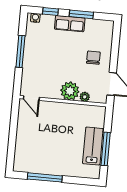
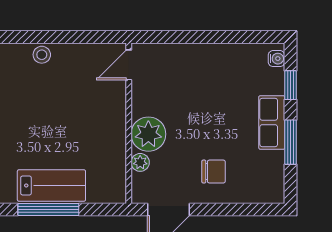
window: (20, 51) -> (212, 37), removed
stool: (21, 145) -> (42, 55), added

